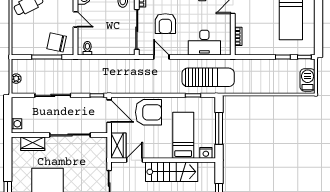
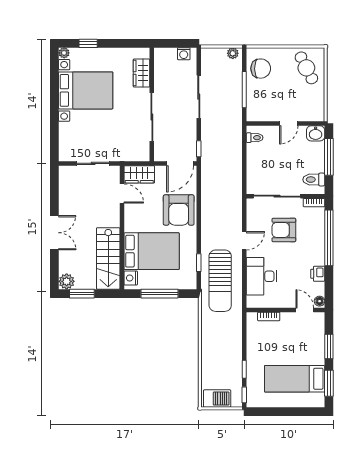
chair: (57, 42) -> (261, 69), moved, turned 78
door: (161, 57) -> (244, 241), moved
plant: (16, 79) -> (233, 53), moved
washing machine: (17, 124) -> (184, 54), moved
bed: (183, 135) -> (152, 251), width x1.50
stairs: (172, 172) -> (108, 258), moved

